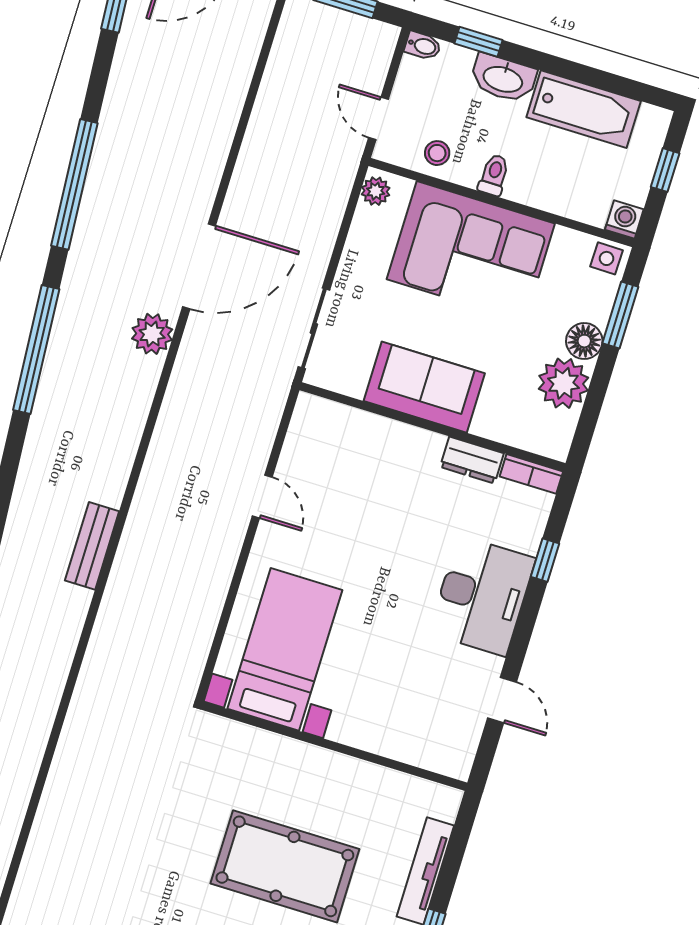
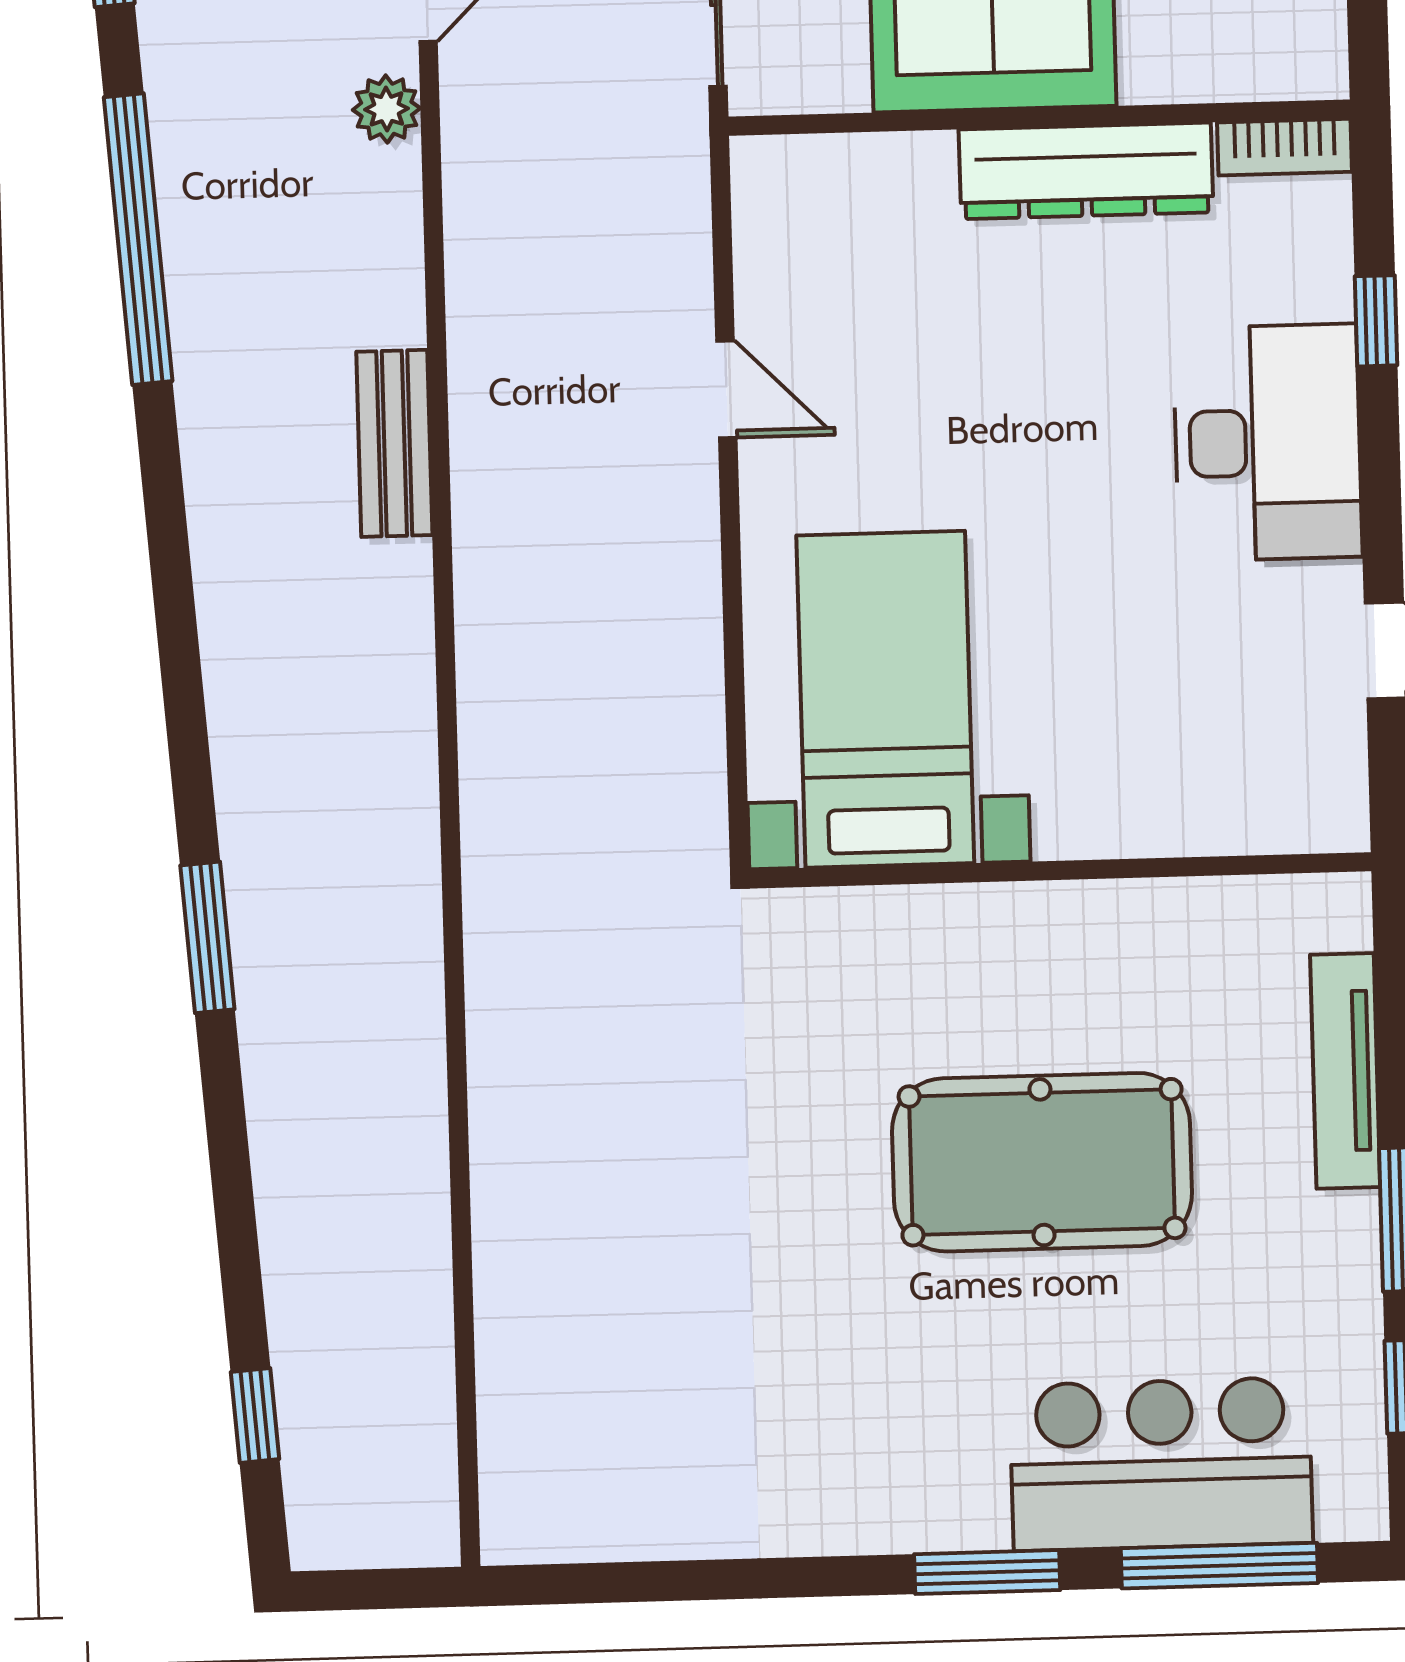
plant: (152, 334) -> (386, 109), width x0.73, depth x0.73
dresser: (472, 460) -> (1086, 171), width x1.96, depth x1.24
bench: (92, 546) -> (394, 443), moved

